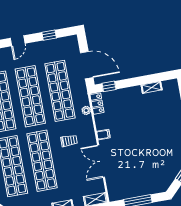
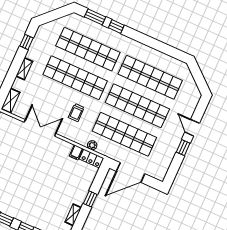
window: (49, 35) -> (183, 148), moved
window: (109, 86) -> (90, 199), moved
filing cabinet: (103, 135) -> (76, 152), moved

